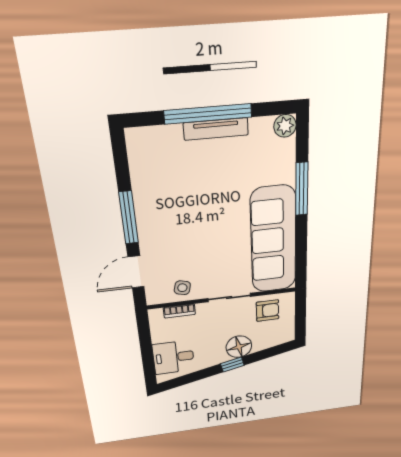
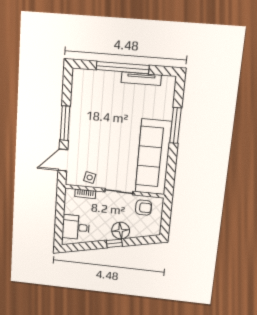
plant: (285, 126) -> (169, 83), removed
tv unit: (216, 129) -> (141, 79), moved

